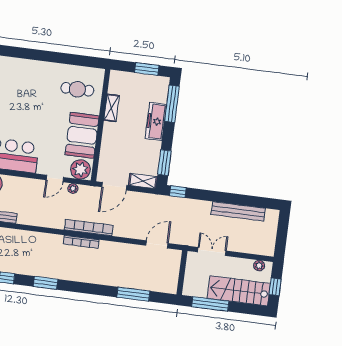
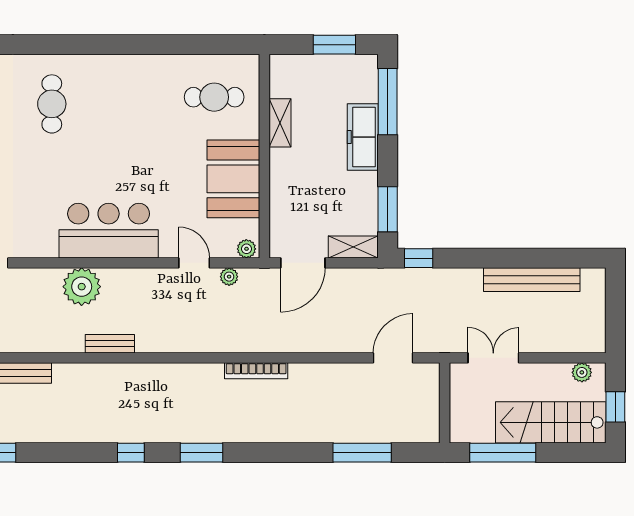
plant: (80, 169) -> (246, 249), width x0.53, depth x0.53
door: (55, 179) -> (194, 263), swing flipped
bookcase: (89, 228) -> (266, 343), removed

